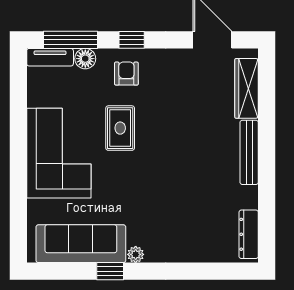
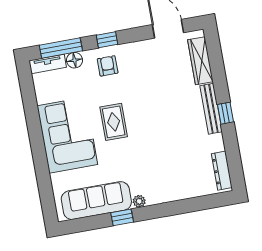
rug: (120, 128) -> (114, 122), moved
window: (267, 161) -> (225, 113), added

